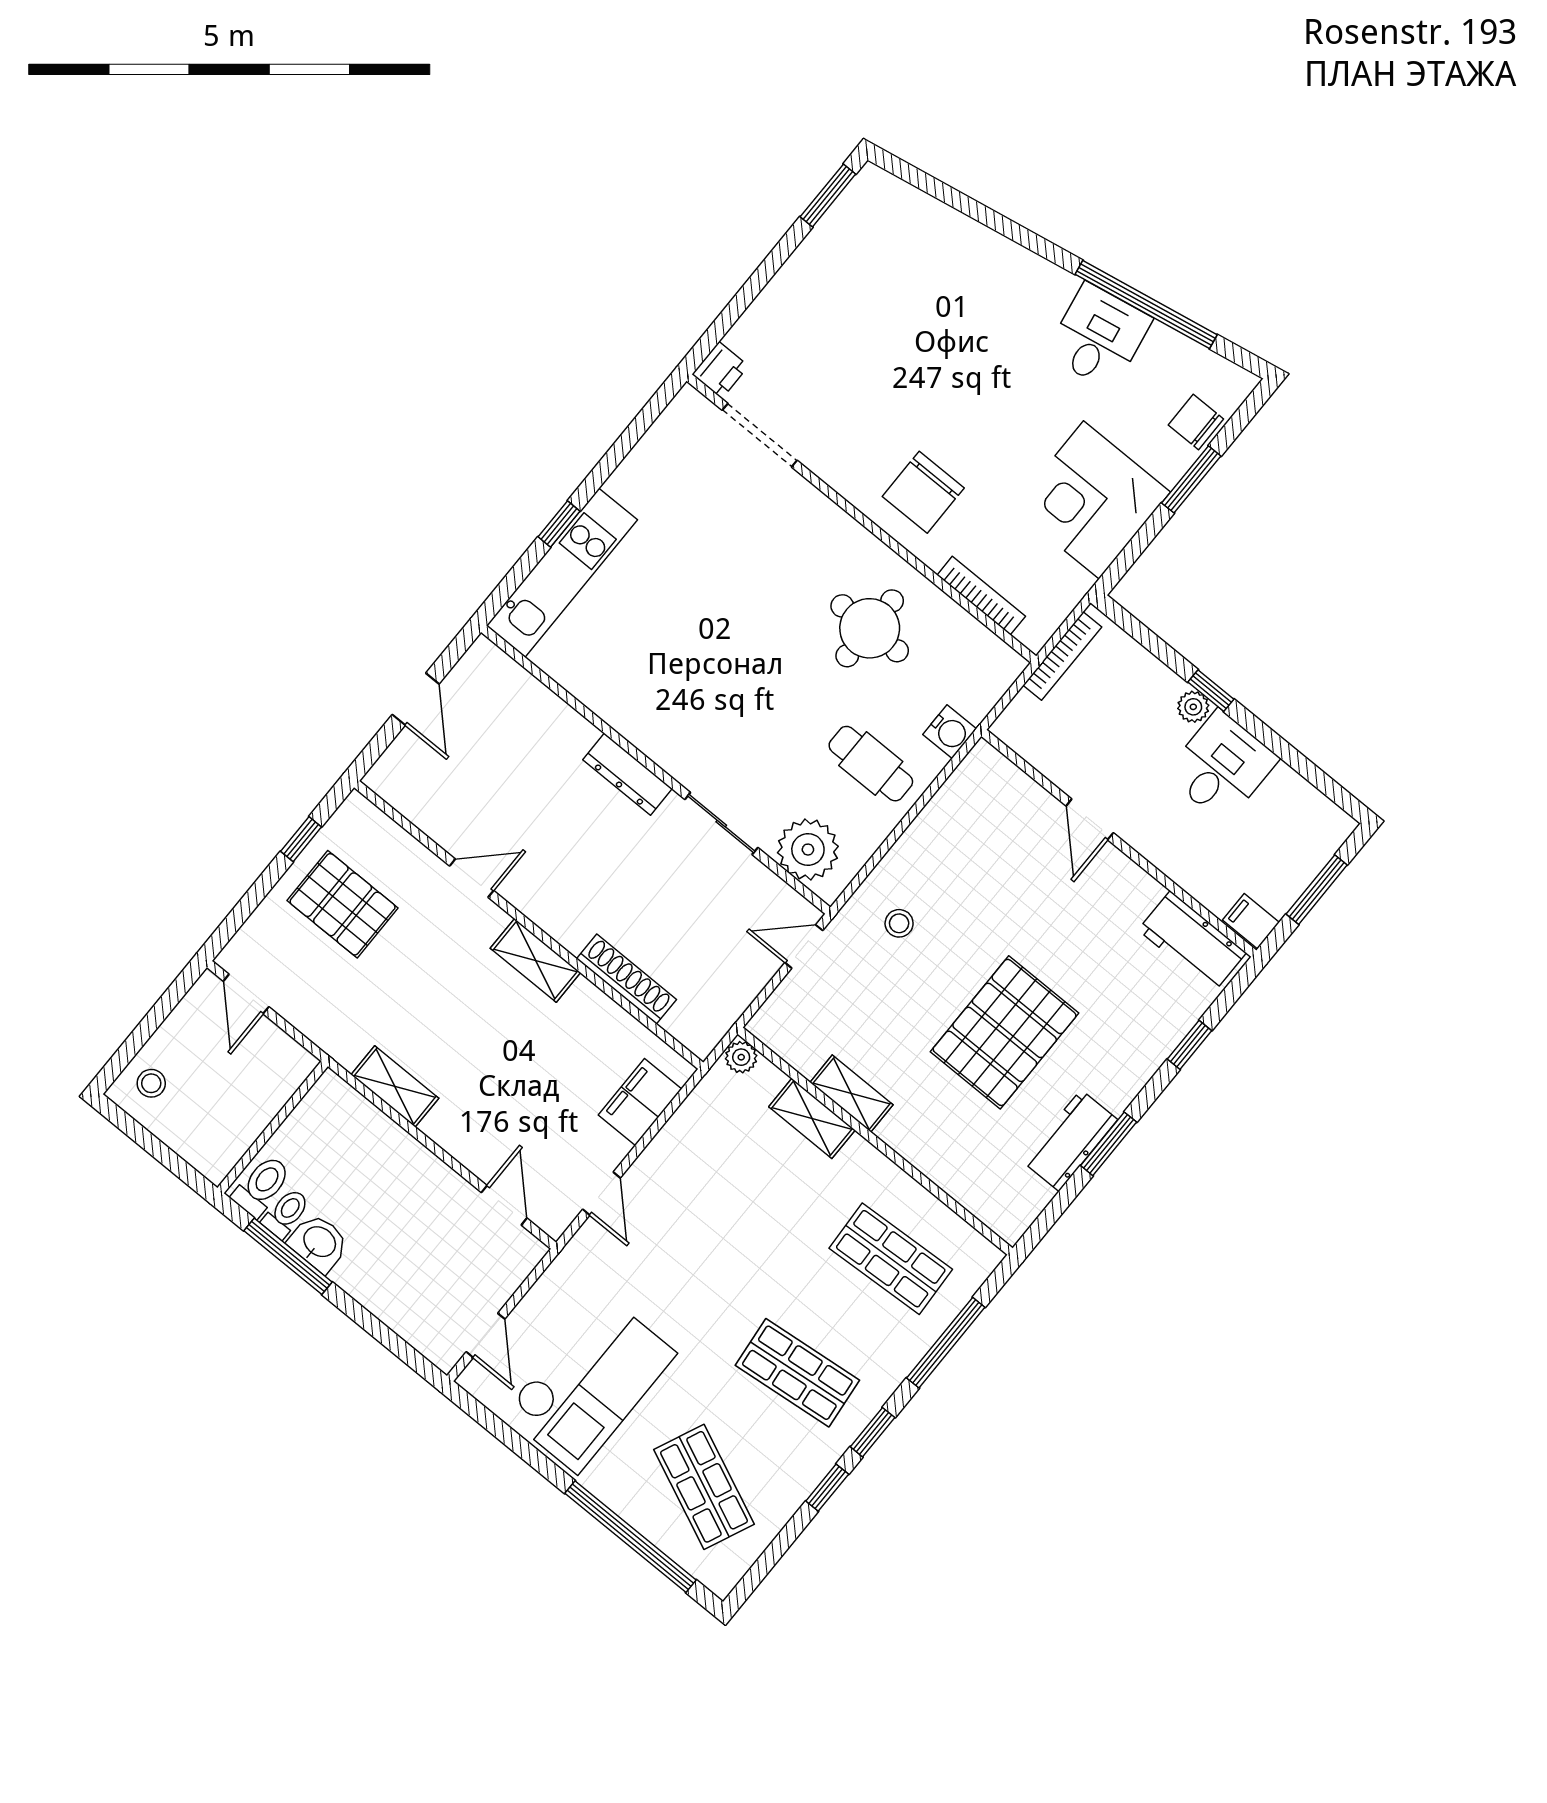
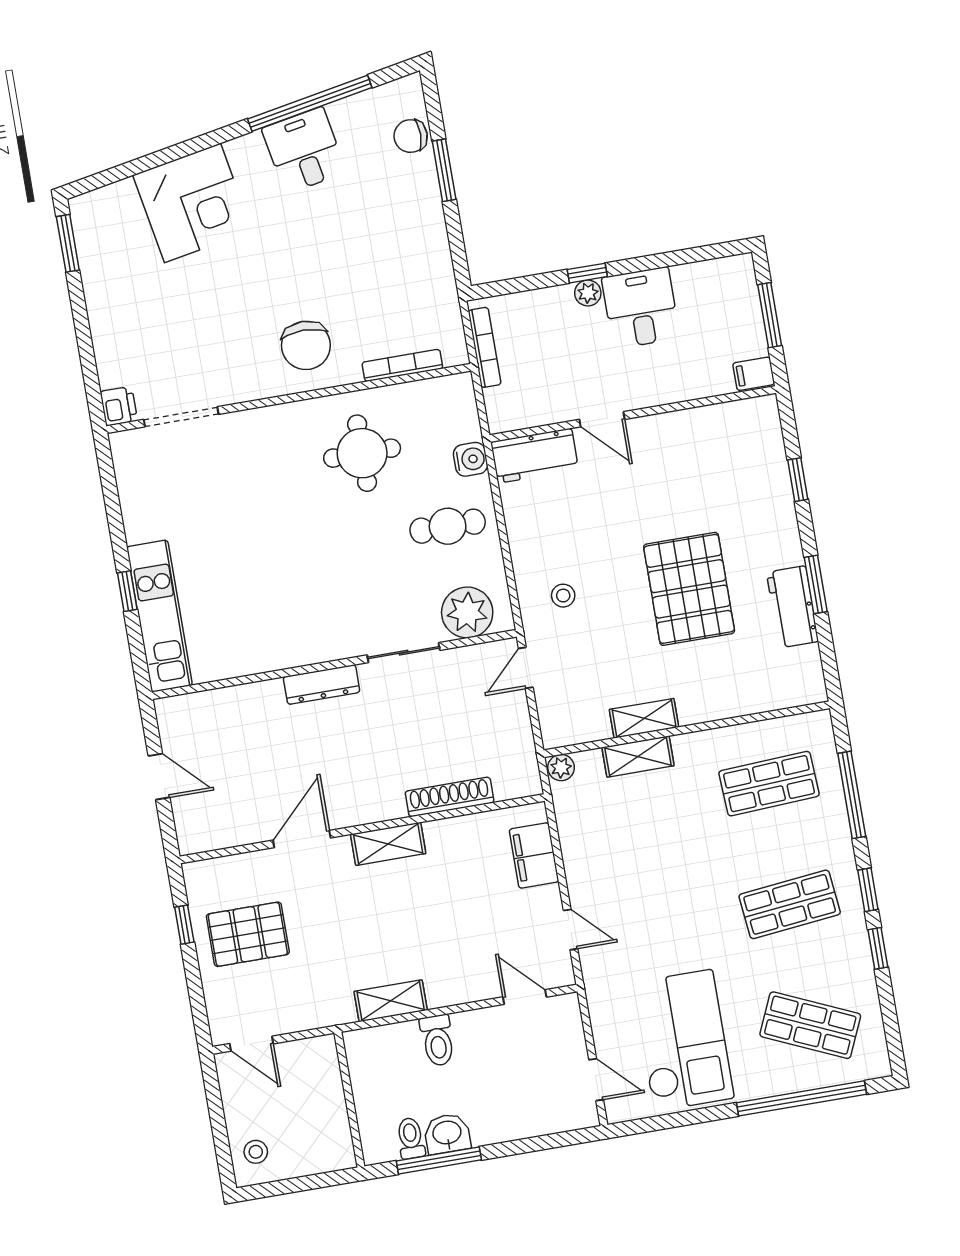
corner desk: (1091, 500) -> (192, 203), moved, turned -100
door: (472, 878) -> (302, 839), width x1.38
workbench: (1192, 941) -> (535, 456), moved
toilet: (262, 1186) -> (437, 1040), moved, turned 180

